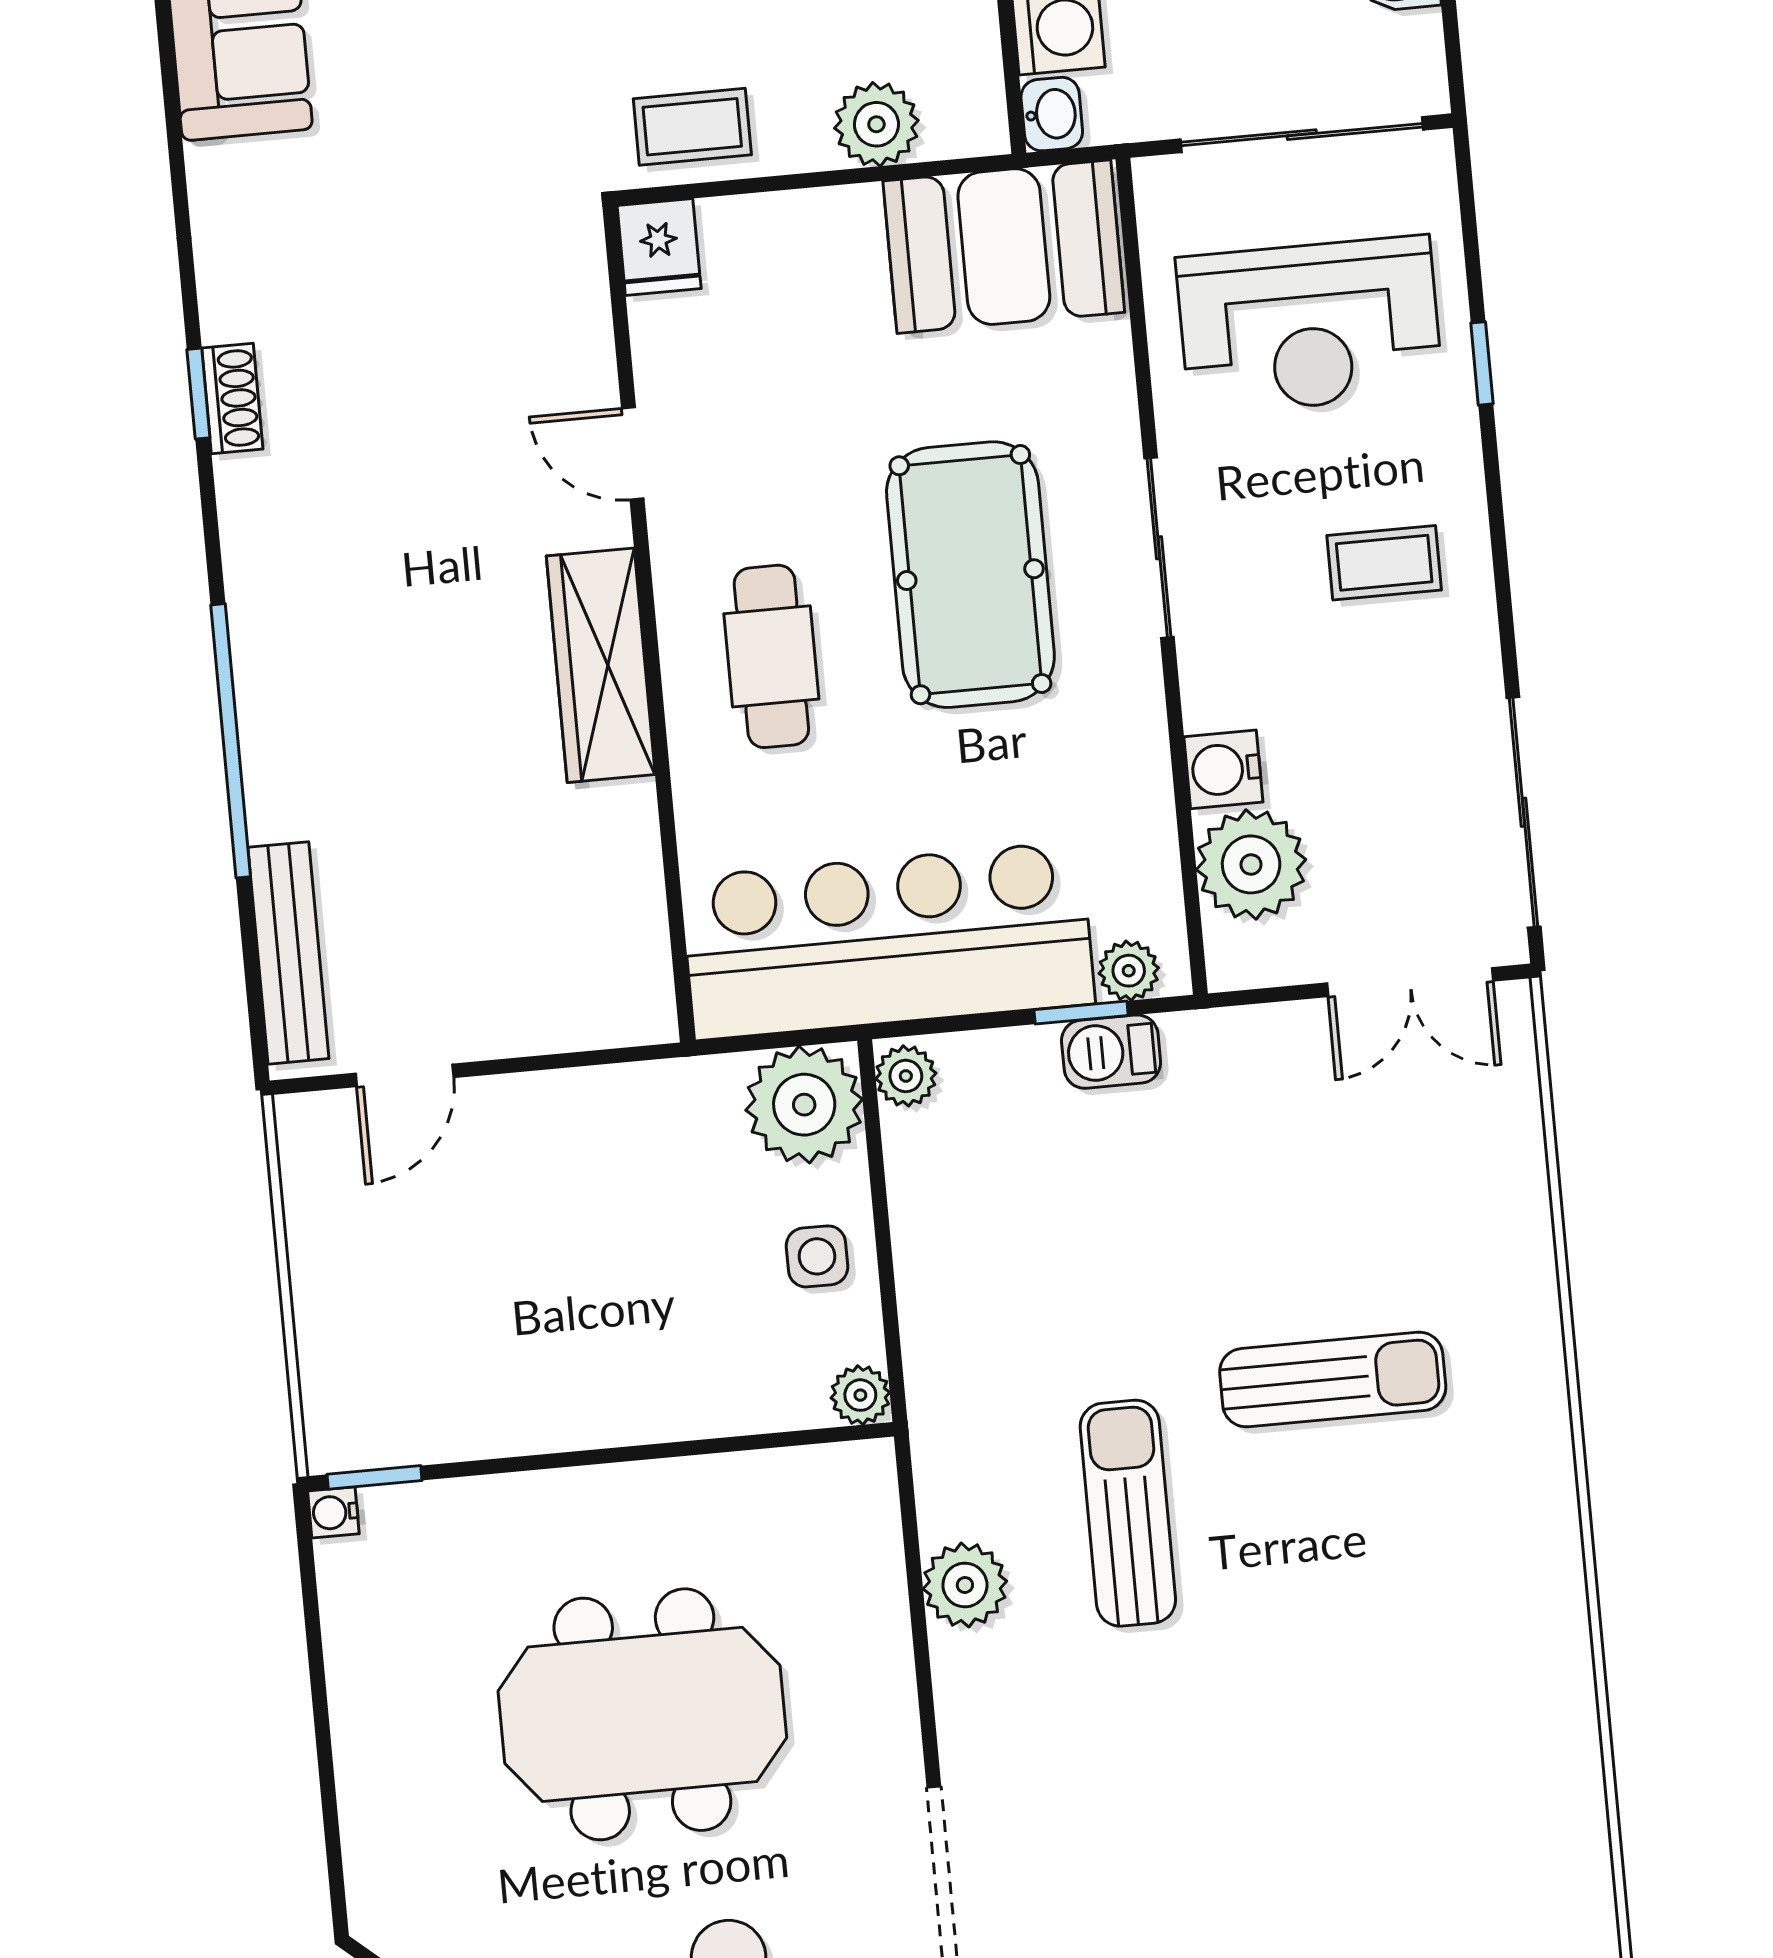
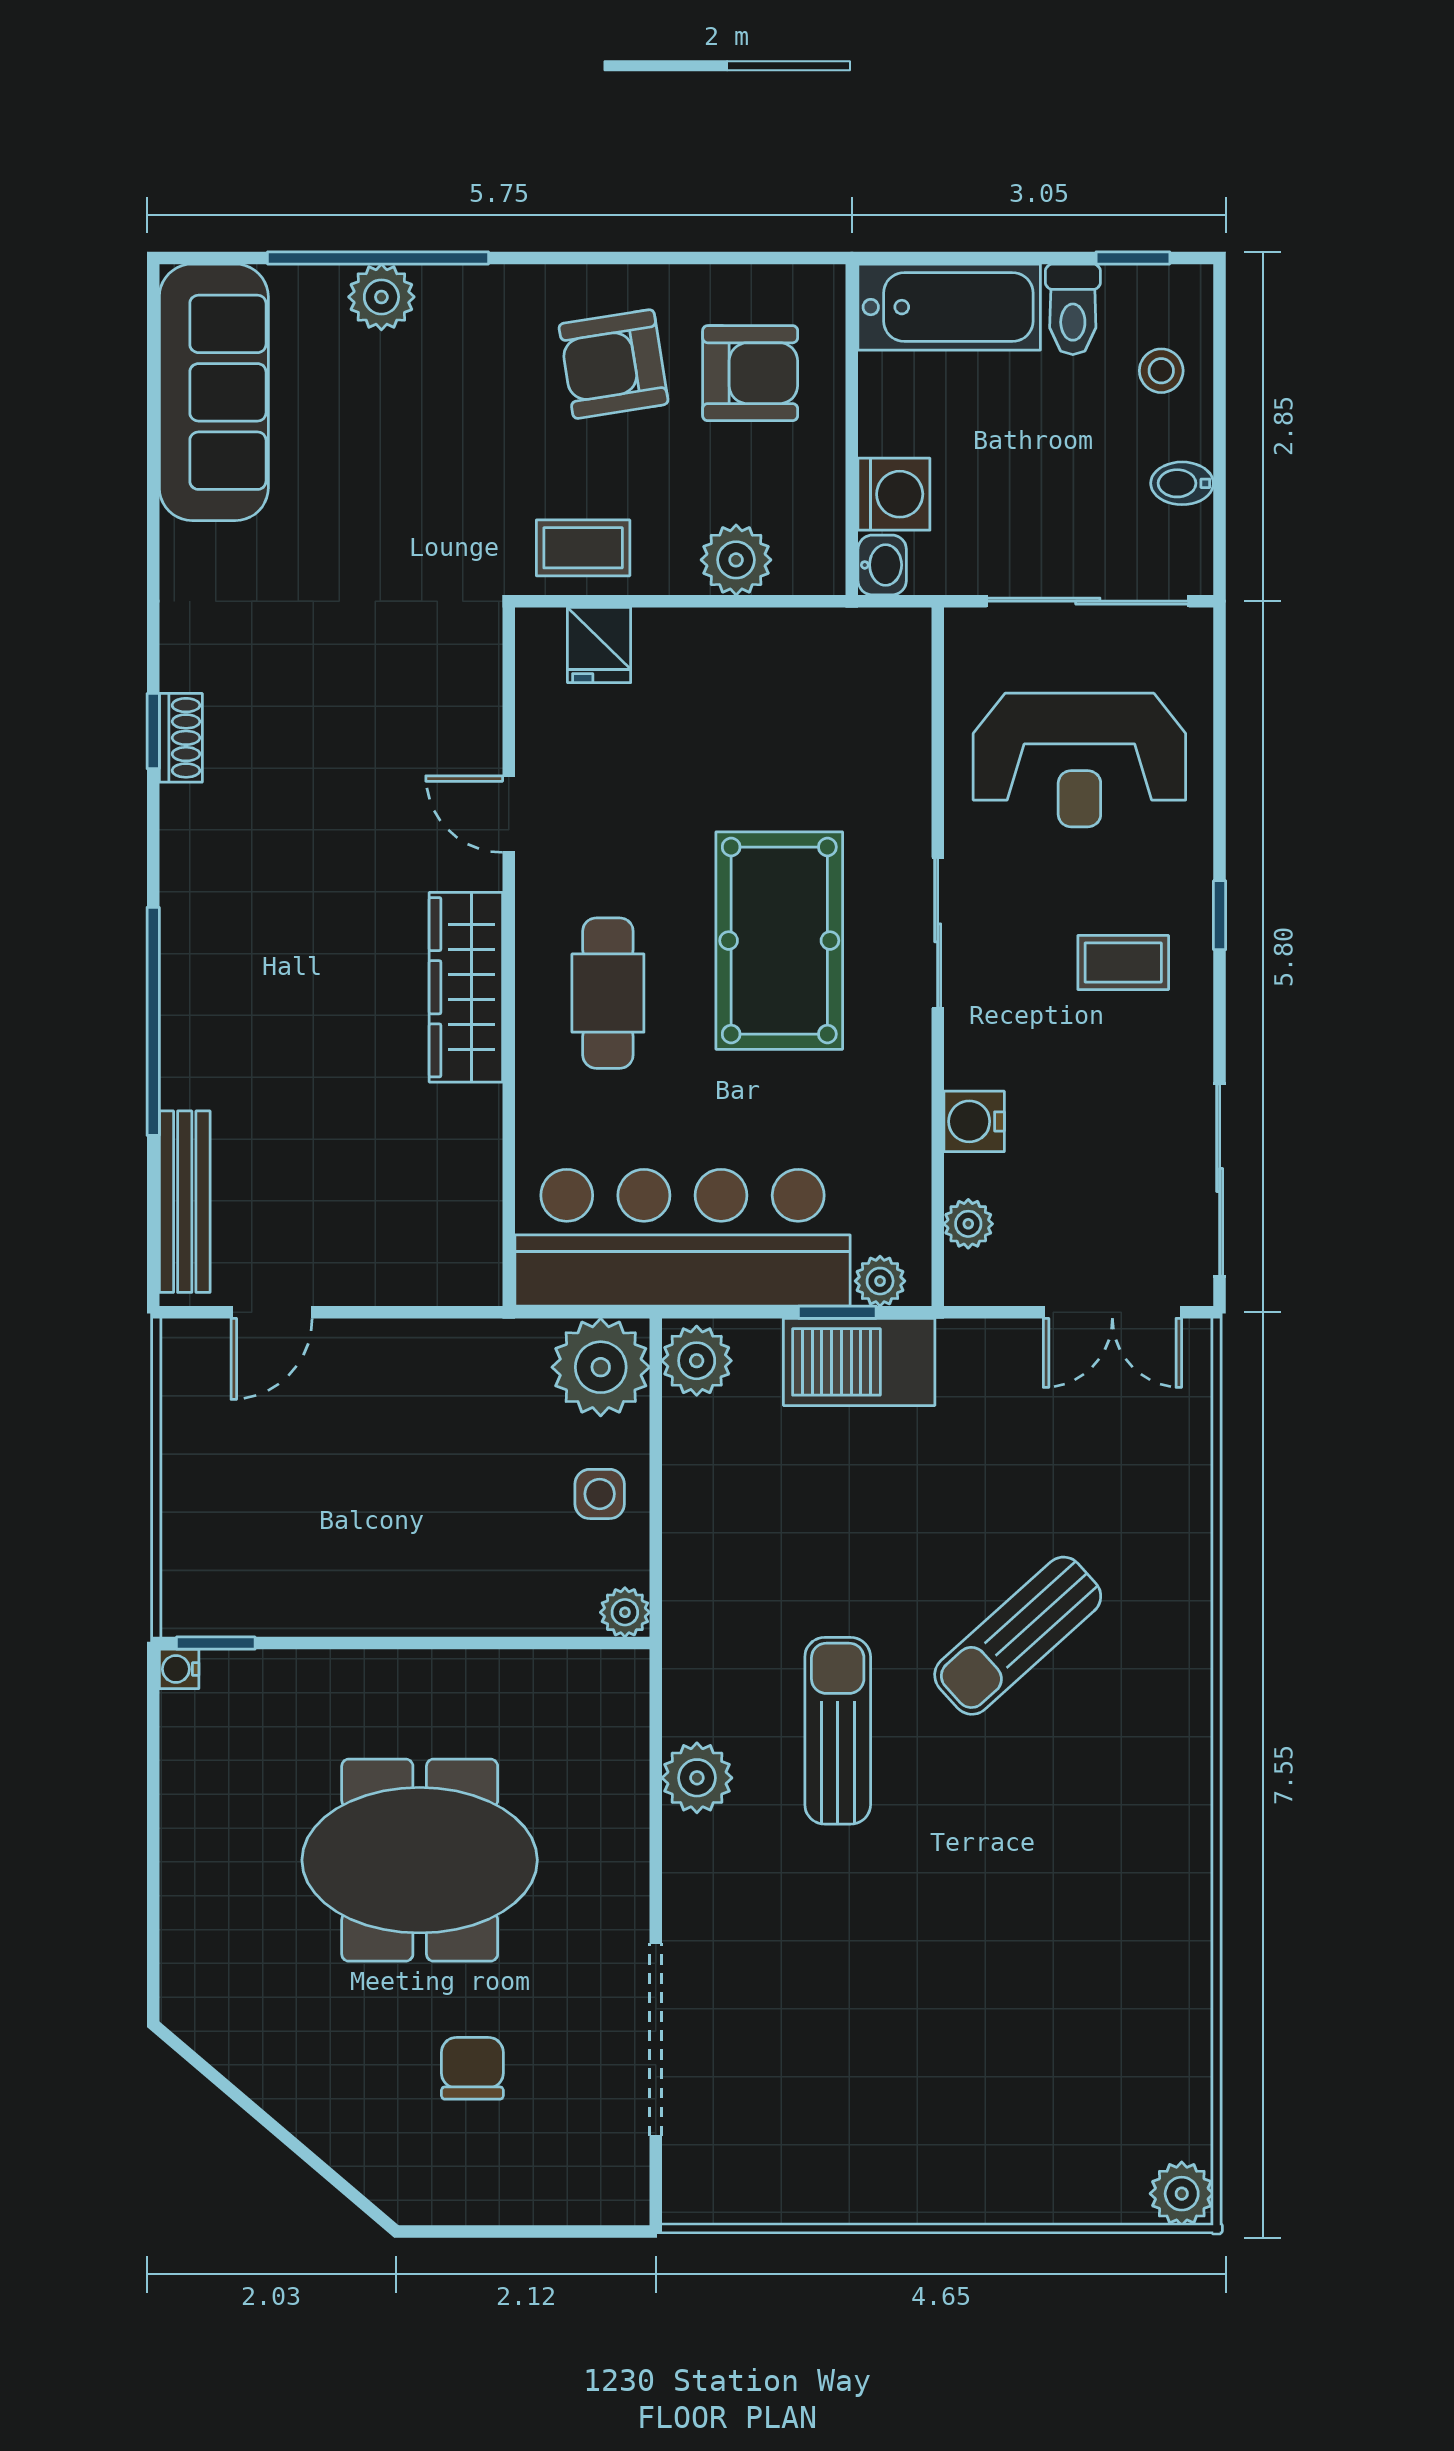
fridge: (659, 247) -> (599, 645), moved
booth: (1004, 247) -> (832, 671), removed
window: (1482, 363) -> (1220, 915), moved
plant: (1251, 864) -> (968, 1224), width x0.53, depth x0.53
barbecue: (1111, 1052) -> (859, 1362), width x1.88, depth x1.53
plant: (906, 1076) -> (697, 1361), width x1.38, depth x1.38
sun lounger: (1333, 1380) -> (1018, 1636), turned 138

